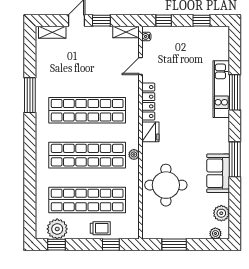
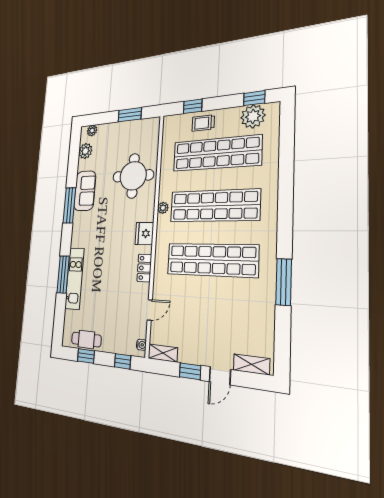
cafe table: (203, 35) -> (86, 339), added
locker: (148, 102) -> (144, 268), width x0.66

